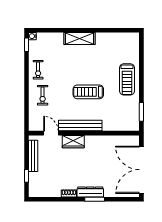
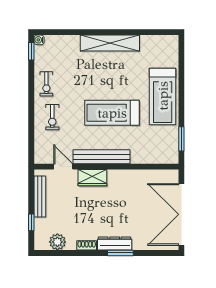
shelving: (80, 38) -> (110, 43), width x1.47
treadmill: (127, 79) -> (163, 96), width x1.37, depth x1.38
treadmill: (88, 92) -> (112, 113), width x1.37, depth x1.38
plant: (47, 191) -> (57, 242), added

